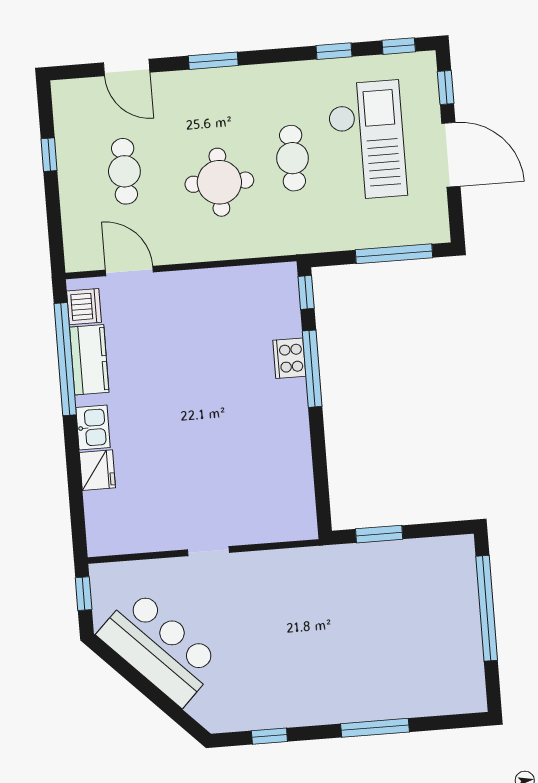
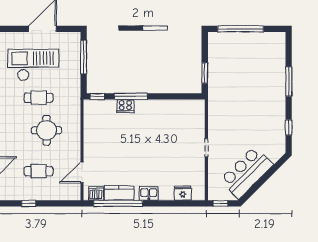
window: (446, 87) -> (13, 29), removed
fridge: (97, 470) -> (183, 193), moved

